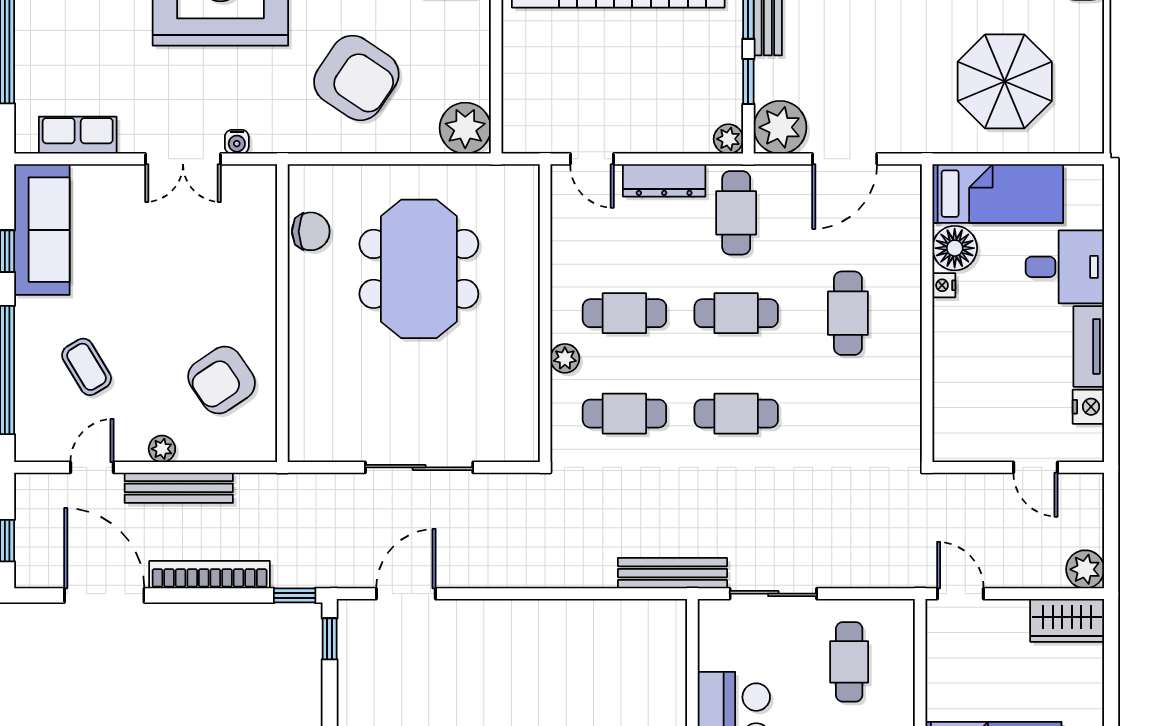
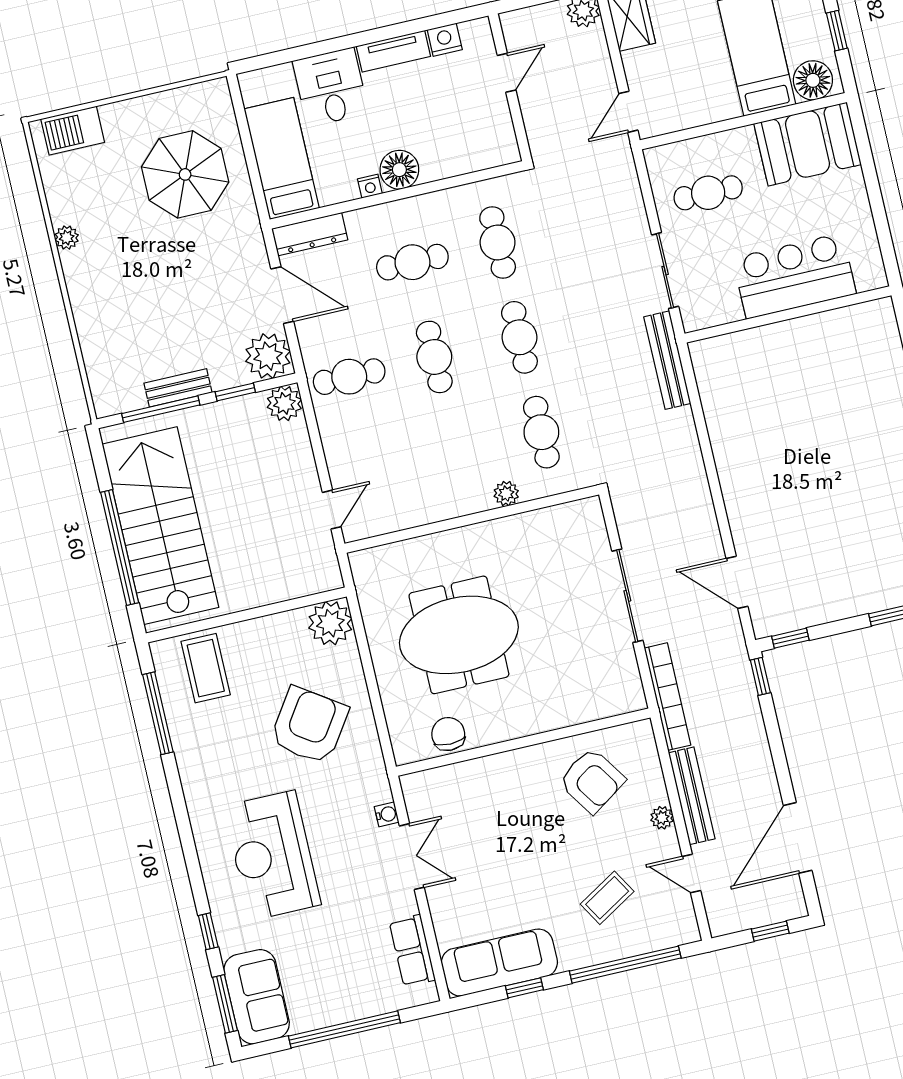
plant: (728, 139) -> (284, 403), width x1.38, depth x1.38
dresser: (664, 180) -> (310, 234), moved, turned 90
floor lamp: (955, 248) -> (399, 170), moved
cafe table: (624, 313) -> (498, 242), moved
bookcase: (210, 575) -> (668, 697), moved, turned 180

